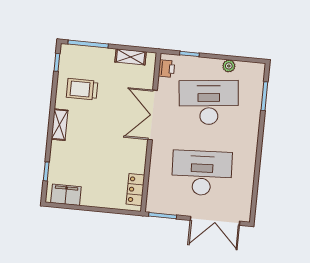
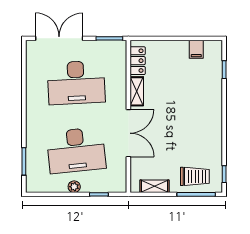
plant: (229, 66) -> (74, 187), moved
printer: (167, 69) -> (119, 178), removed
trolley: (82, 89) -> (195, 176), moved
shelving: (60, 125) -> (137, 91), moved
filing cabinet: (66, 195) -> (196, 49), width x0.50

